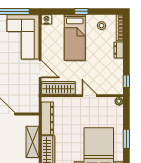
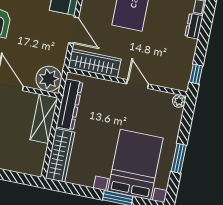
plant: (30, 104) -> (49, 79), added
shelving: (32, 142) -> (44, 119), moved

